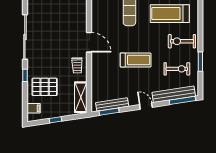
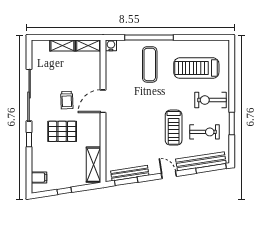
door: (89, 42) -> (103, 101), swing flipped
treadmill: (136, 60) -> (174, 128), moved, turned 90
trolley: (77, 65) -> (67, 100), moved
pallet: (45, 87) -> (62, 131), moved

